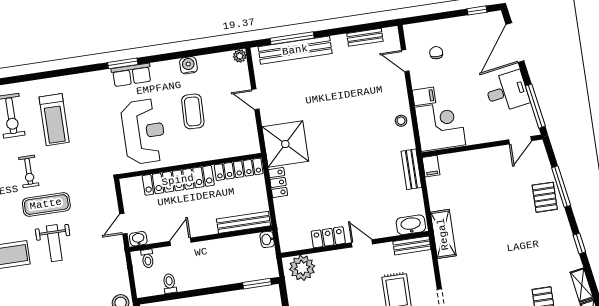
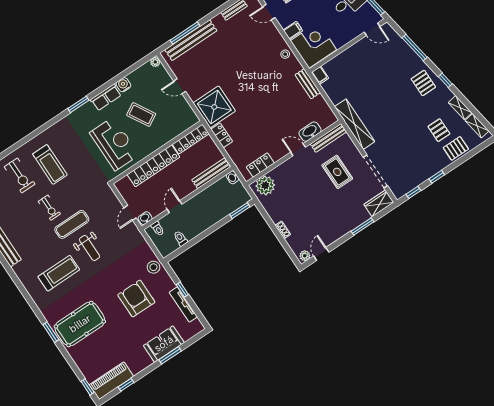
row of seats: (131, 75) -> (106, 97), moved
coffee table: (193, 111) -> (141, 114), turned -32
door: (520, 140) -> (372, 29), hinge flipped
pallet: (545, 197) -> (423, 83), moved
washbasin: (411, 225) -> (310, 132), moved
shelving: (443, 234) -> (355, 124), width x1.47
locker: (328, 237) -> (260, 165), moved
bench: (412, 245) -> (328, 138), width x1.36

